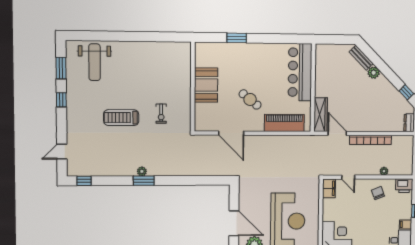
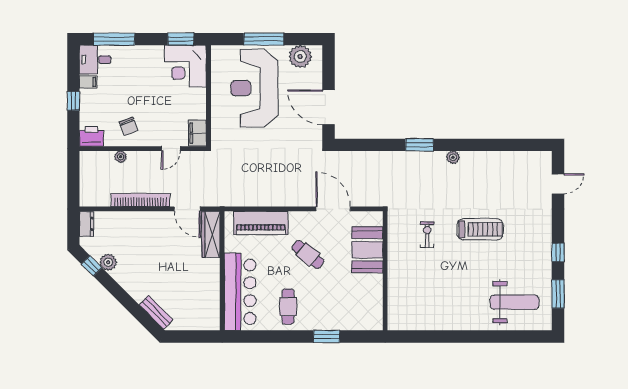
cafe table: (265, 61) -> (288, 307), added
weight bench: (95, 62) -> (515, 302), turned 90
plant: (374, 73) -> (108, 262), moved
booth: (206, 85) -> (367, 250), moved
door: (348, 177) -> (171, 149), swing flipped
window: (84, 181) -> (529, 145), removed
window: (144, 181) -> (420, 145), moved
door: (234, 223) -> (329, 107), moved

